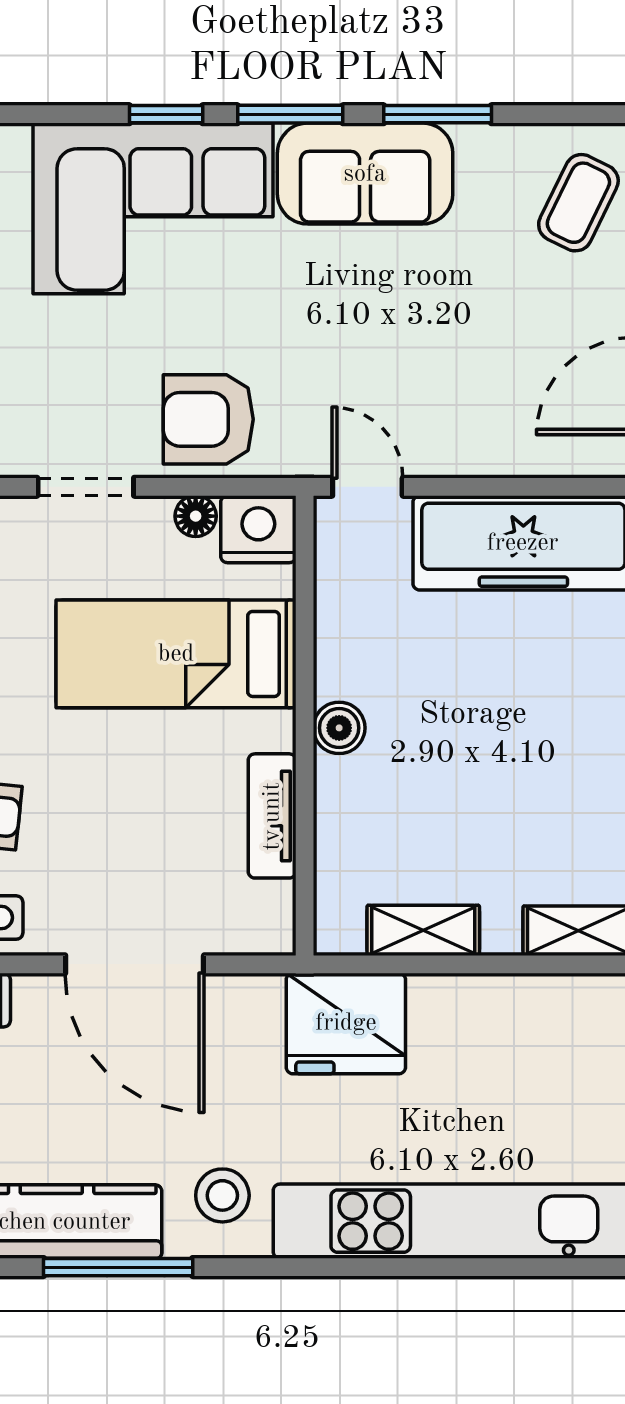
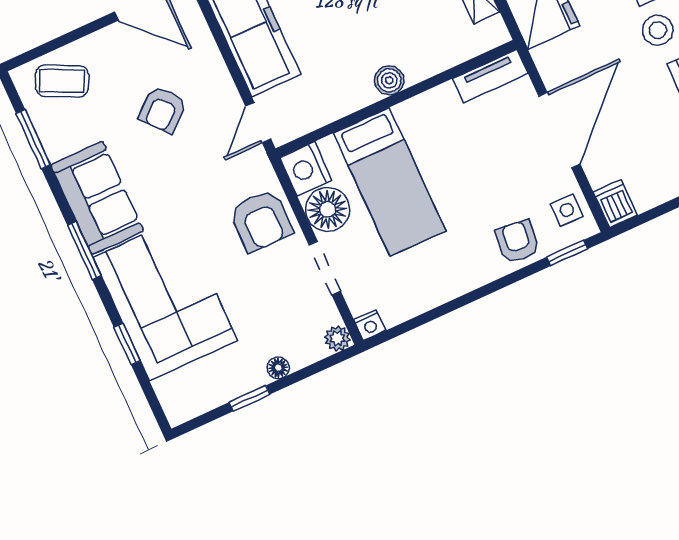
window: (166, 114) -> (127, 344), moved
window: (438, 114) -> (33, 139), moved
armchair: (459, 343) -> (163, 109), added
floor lamp: (196, 516) -> (328, 209), width x1.89, depth x1.89
tv unit: (272, 816) -> (490, 76), moved

